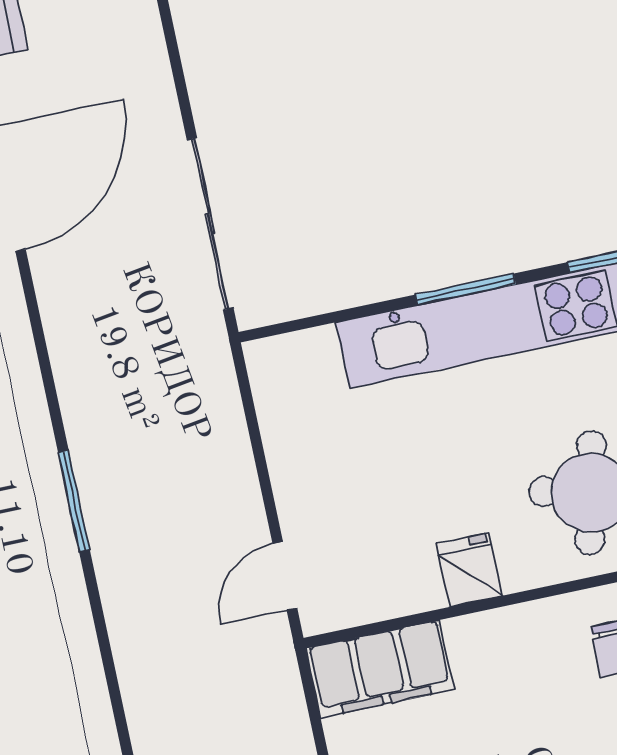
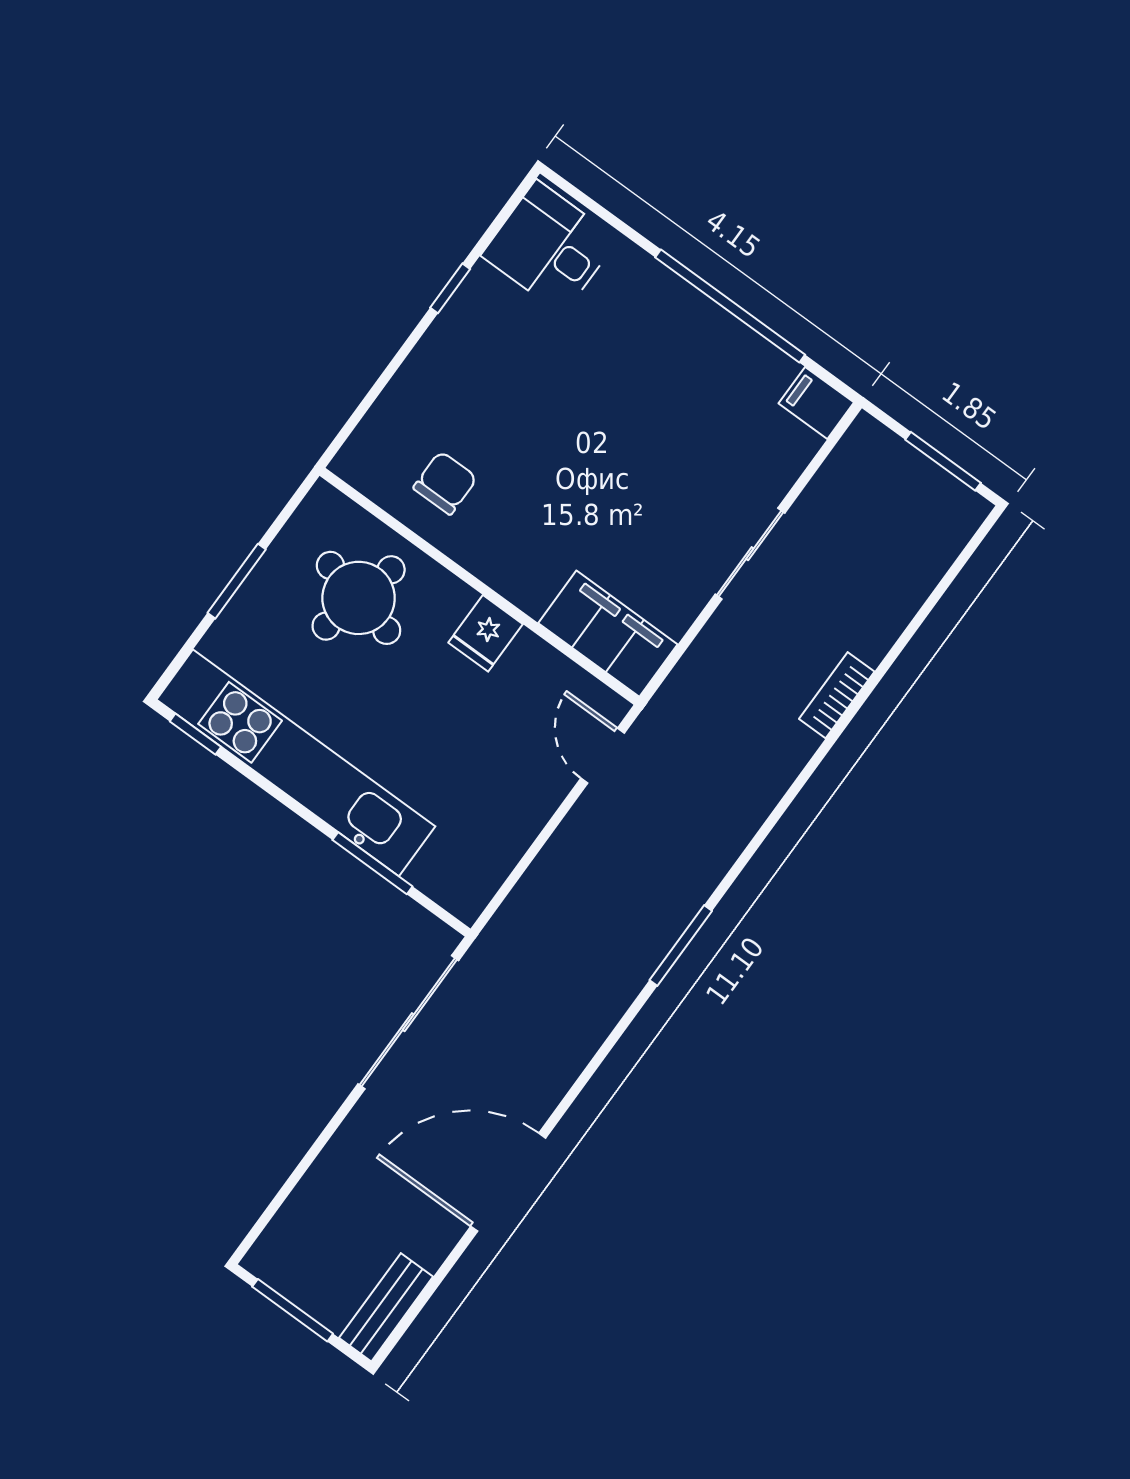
window: (465, 289) -> (372, 863), moved
door: (285, 576) -> (603, 756), swing flipped

